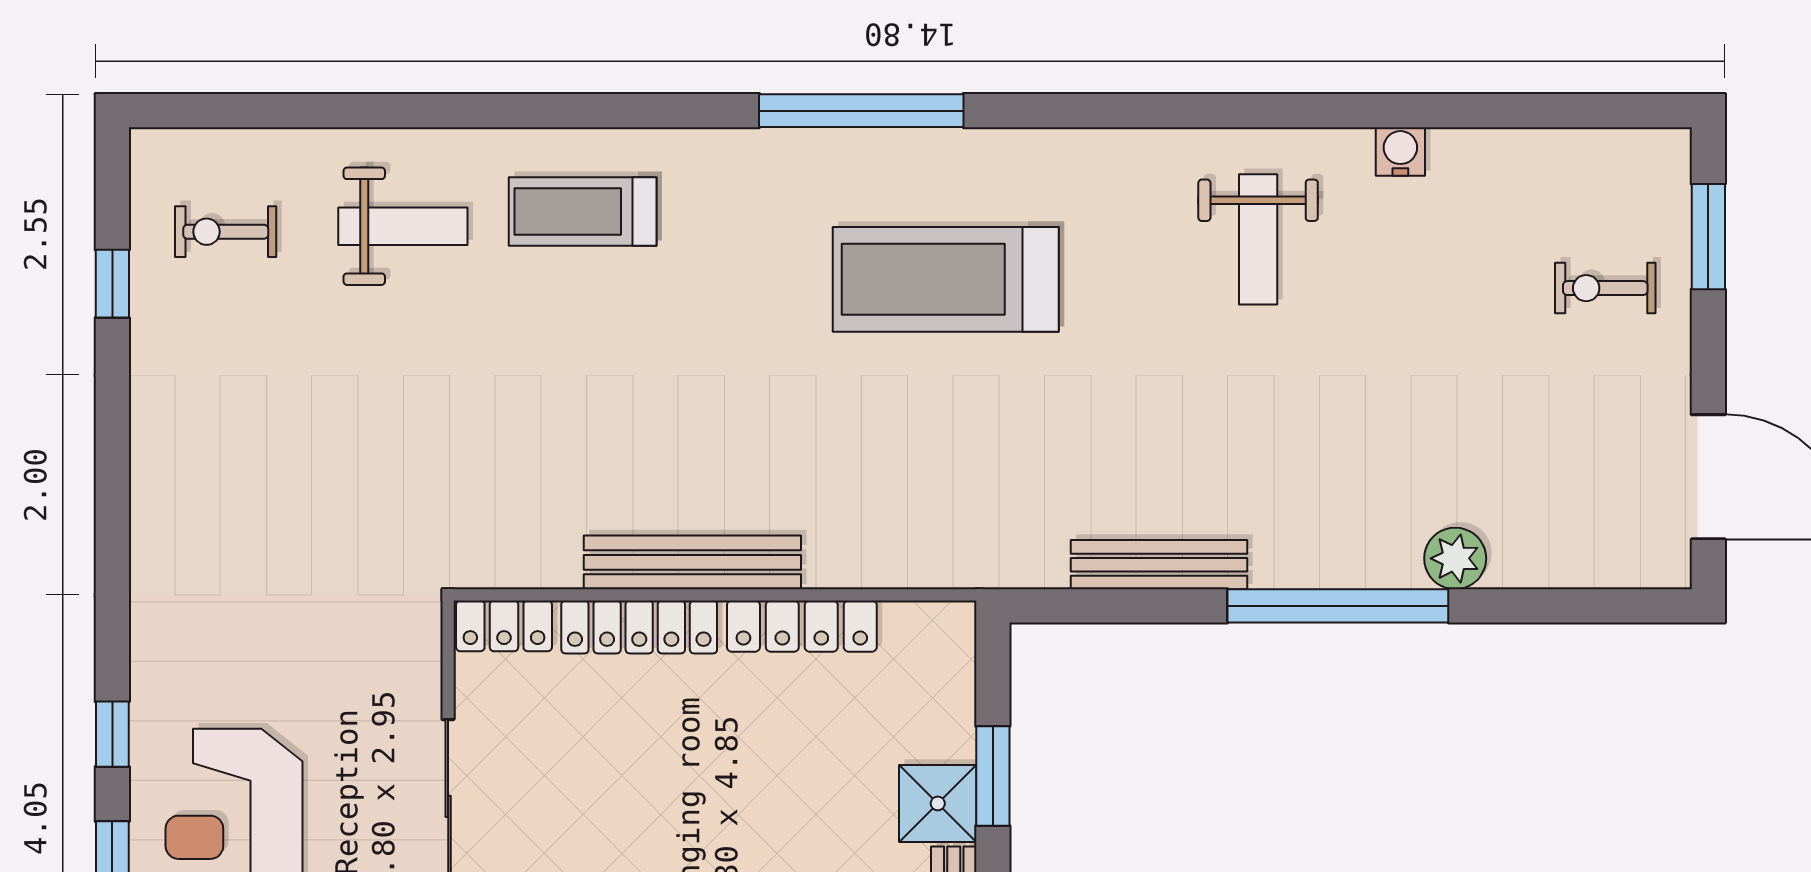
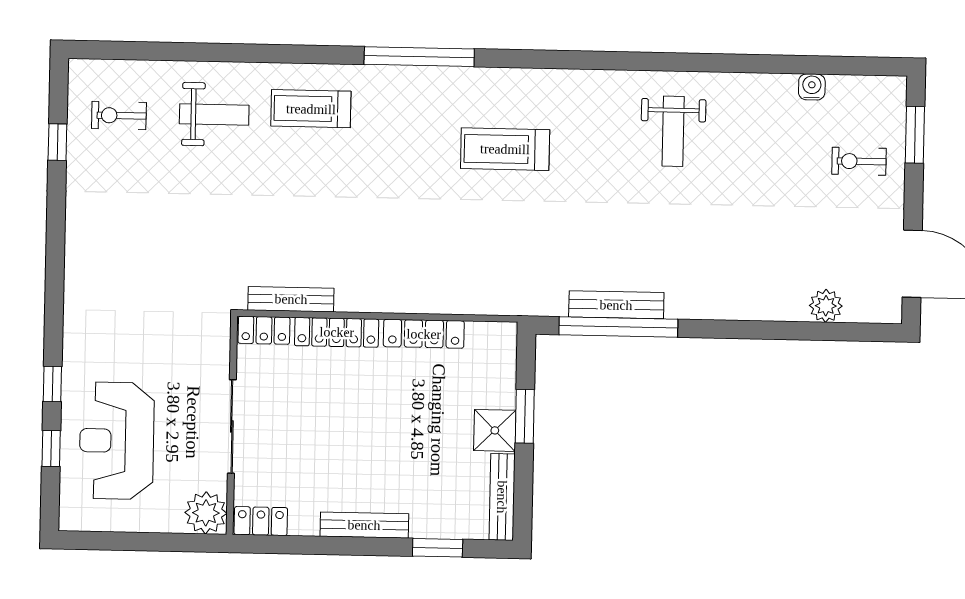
window: (861, 111) -> (419, 57), moved
water cooler: (1400, 151) -> (812, 87), moved
treadmill: (946, 279) -> (505, 149), width x0.73, depth x0.73
plant: (1455, 558) -> (826, 306), moved
bench: (692, 562) -> (291, 299), moved, width x0.73, depth x0.82
window: (1338, 606) -> (618, 327), moved

